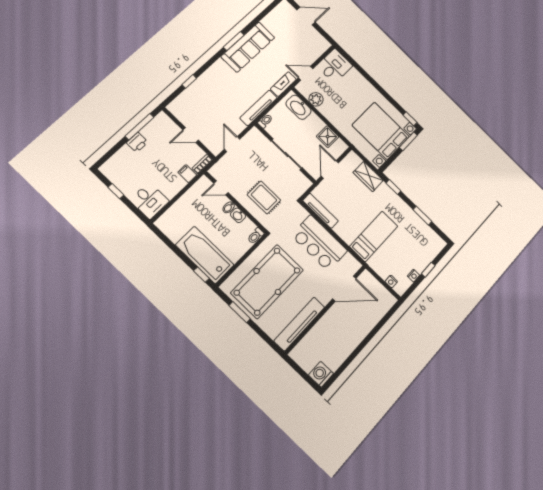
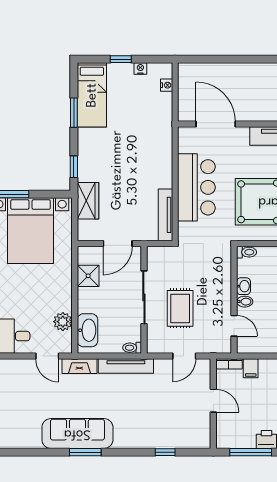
rug: (264, 197) -> (180, 308), moved
bed: (374, 236) -> (92, 95), moved, turned -90

